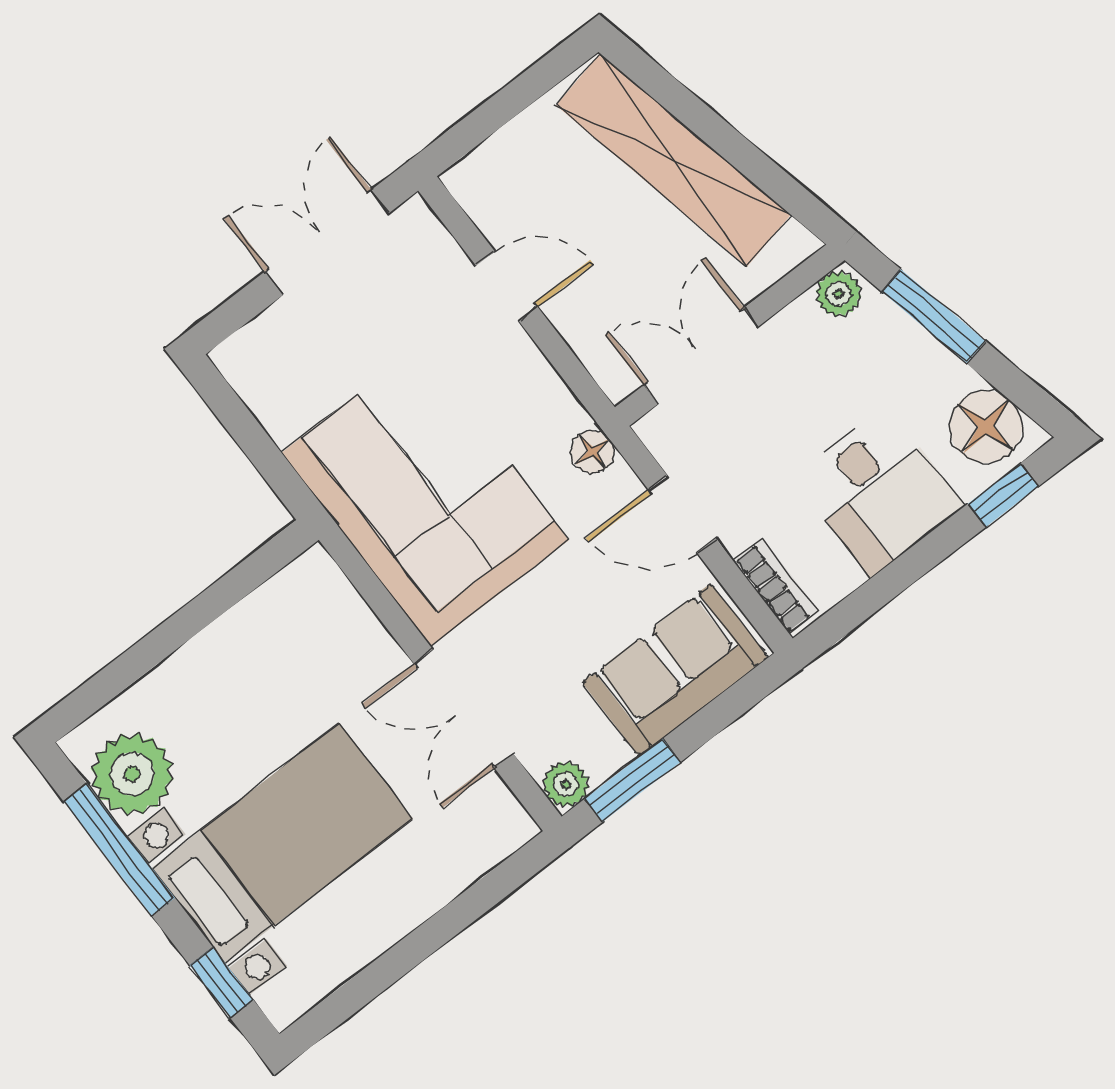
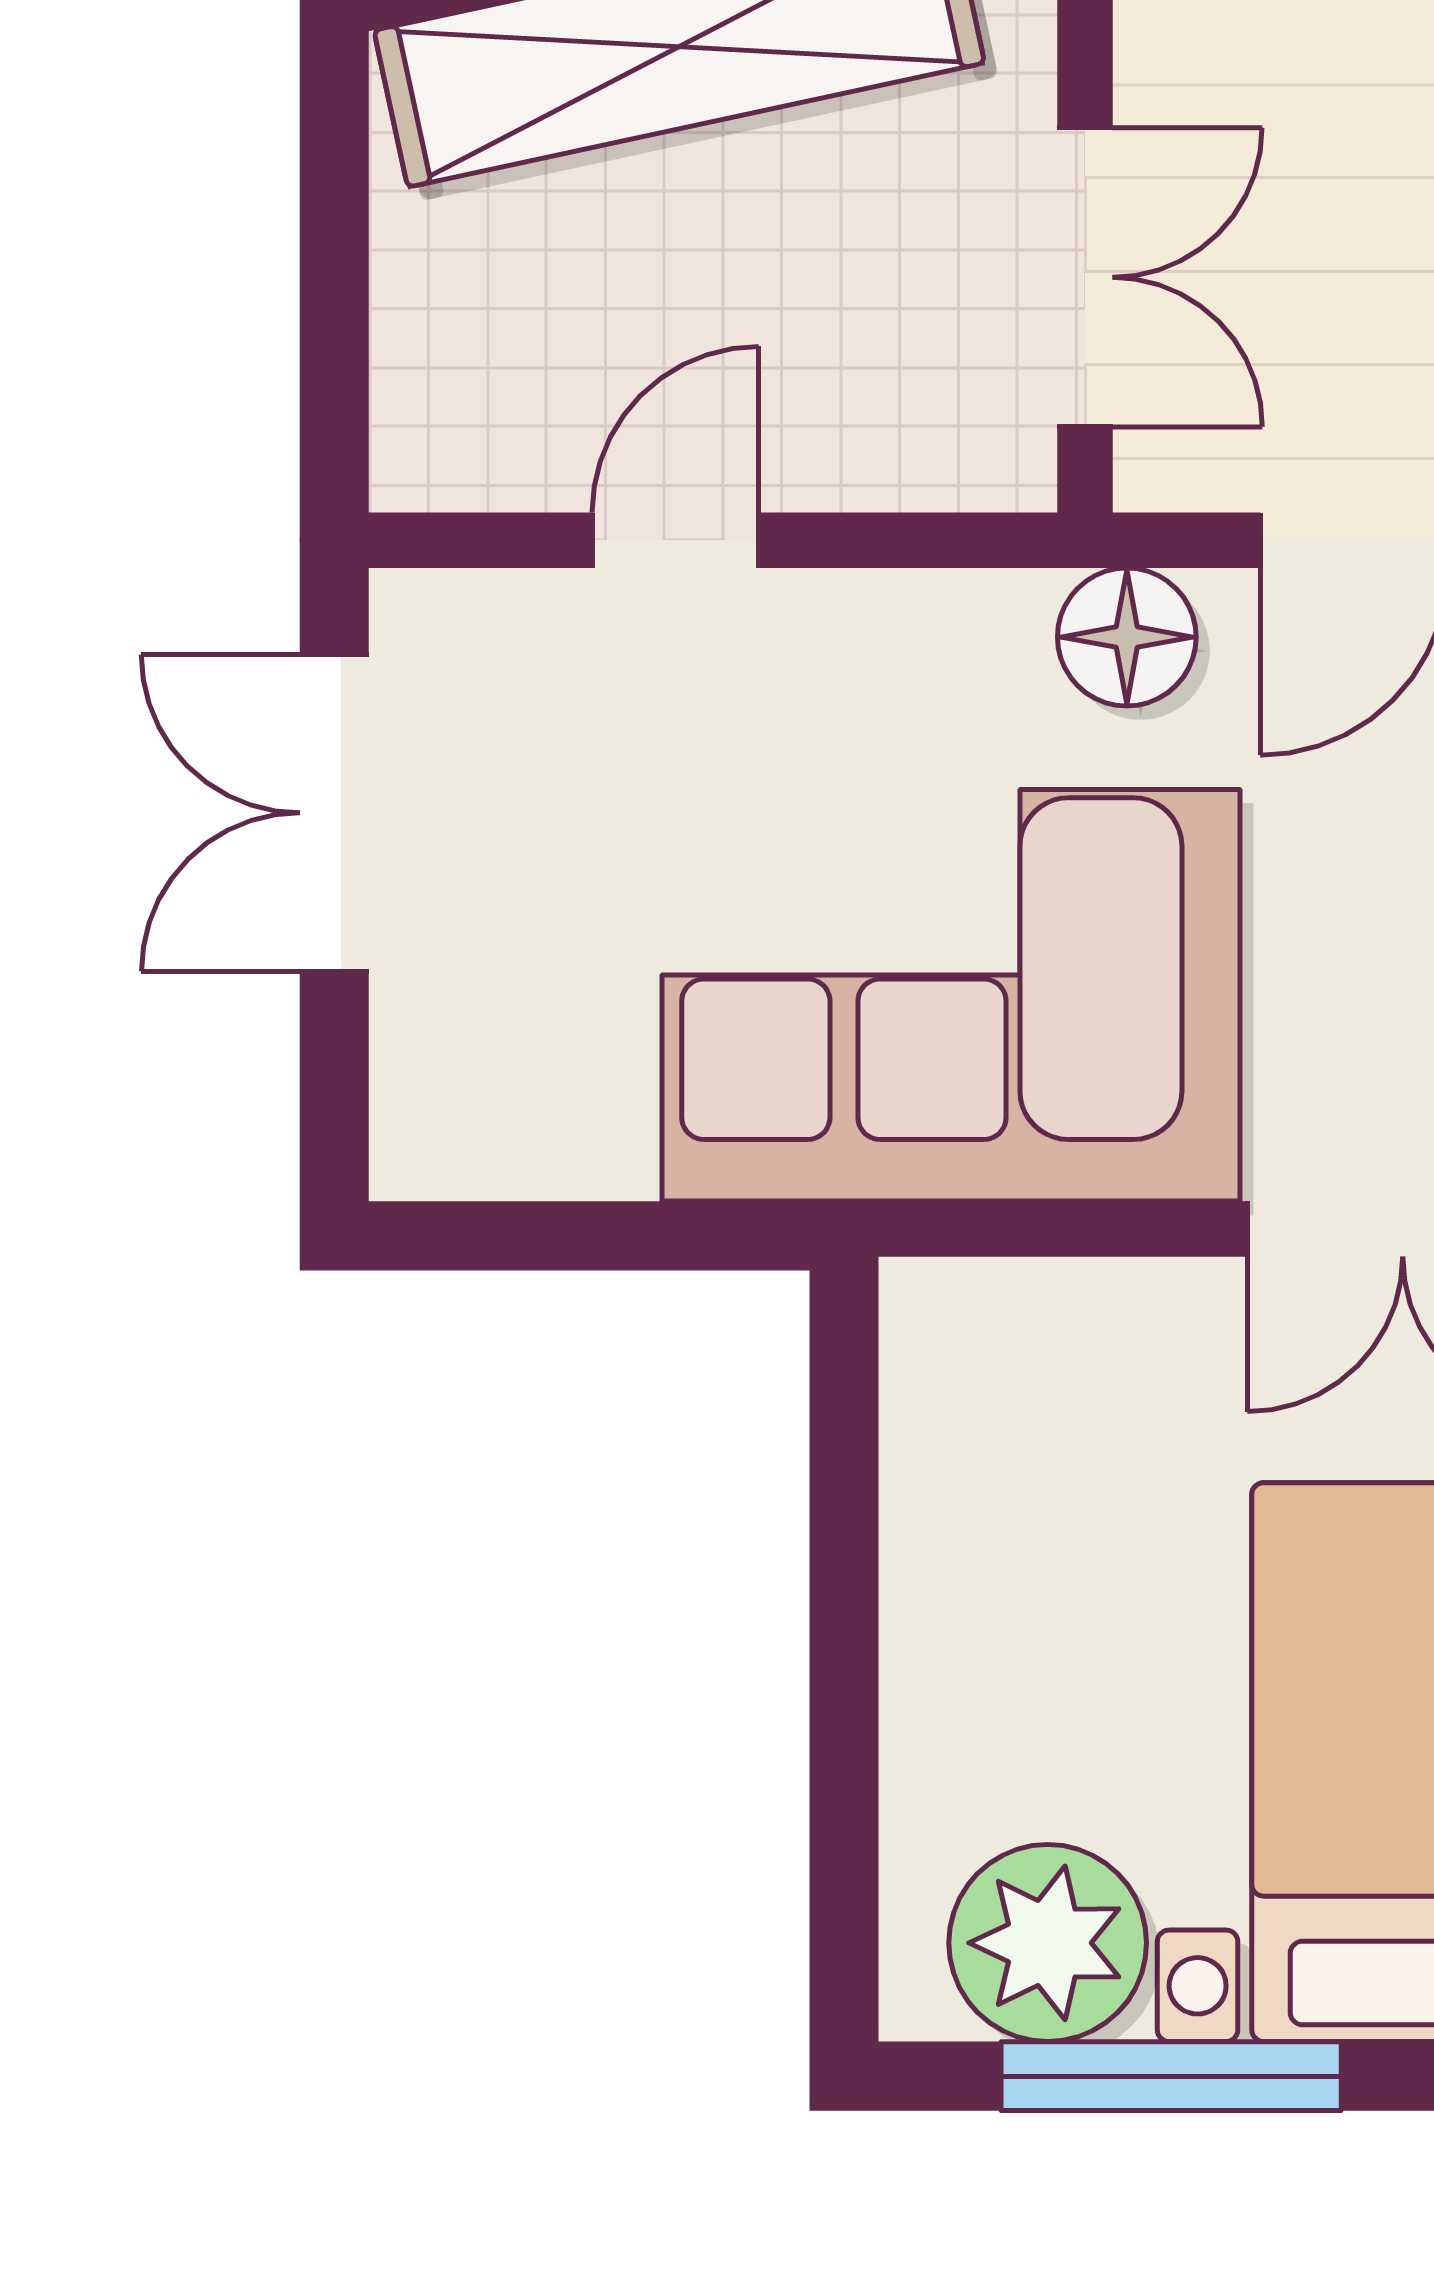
double door: (701, 356) -> (1085, 277), swing flipped
floor lamp: (592, 452) -> (1127, 637), width x1.37, depth x1.37

